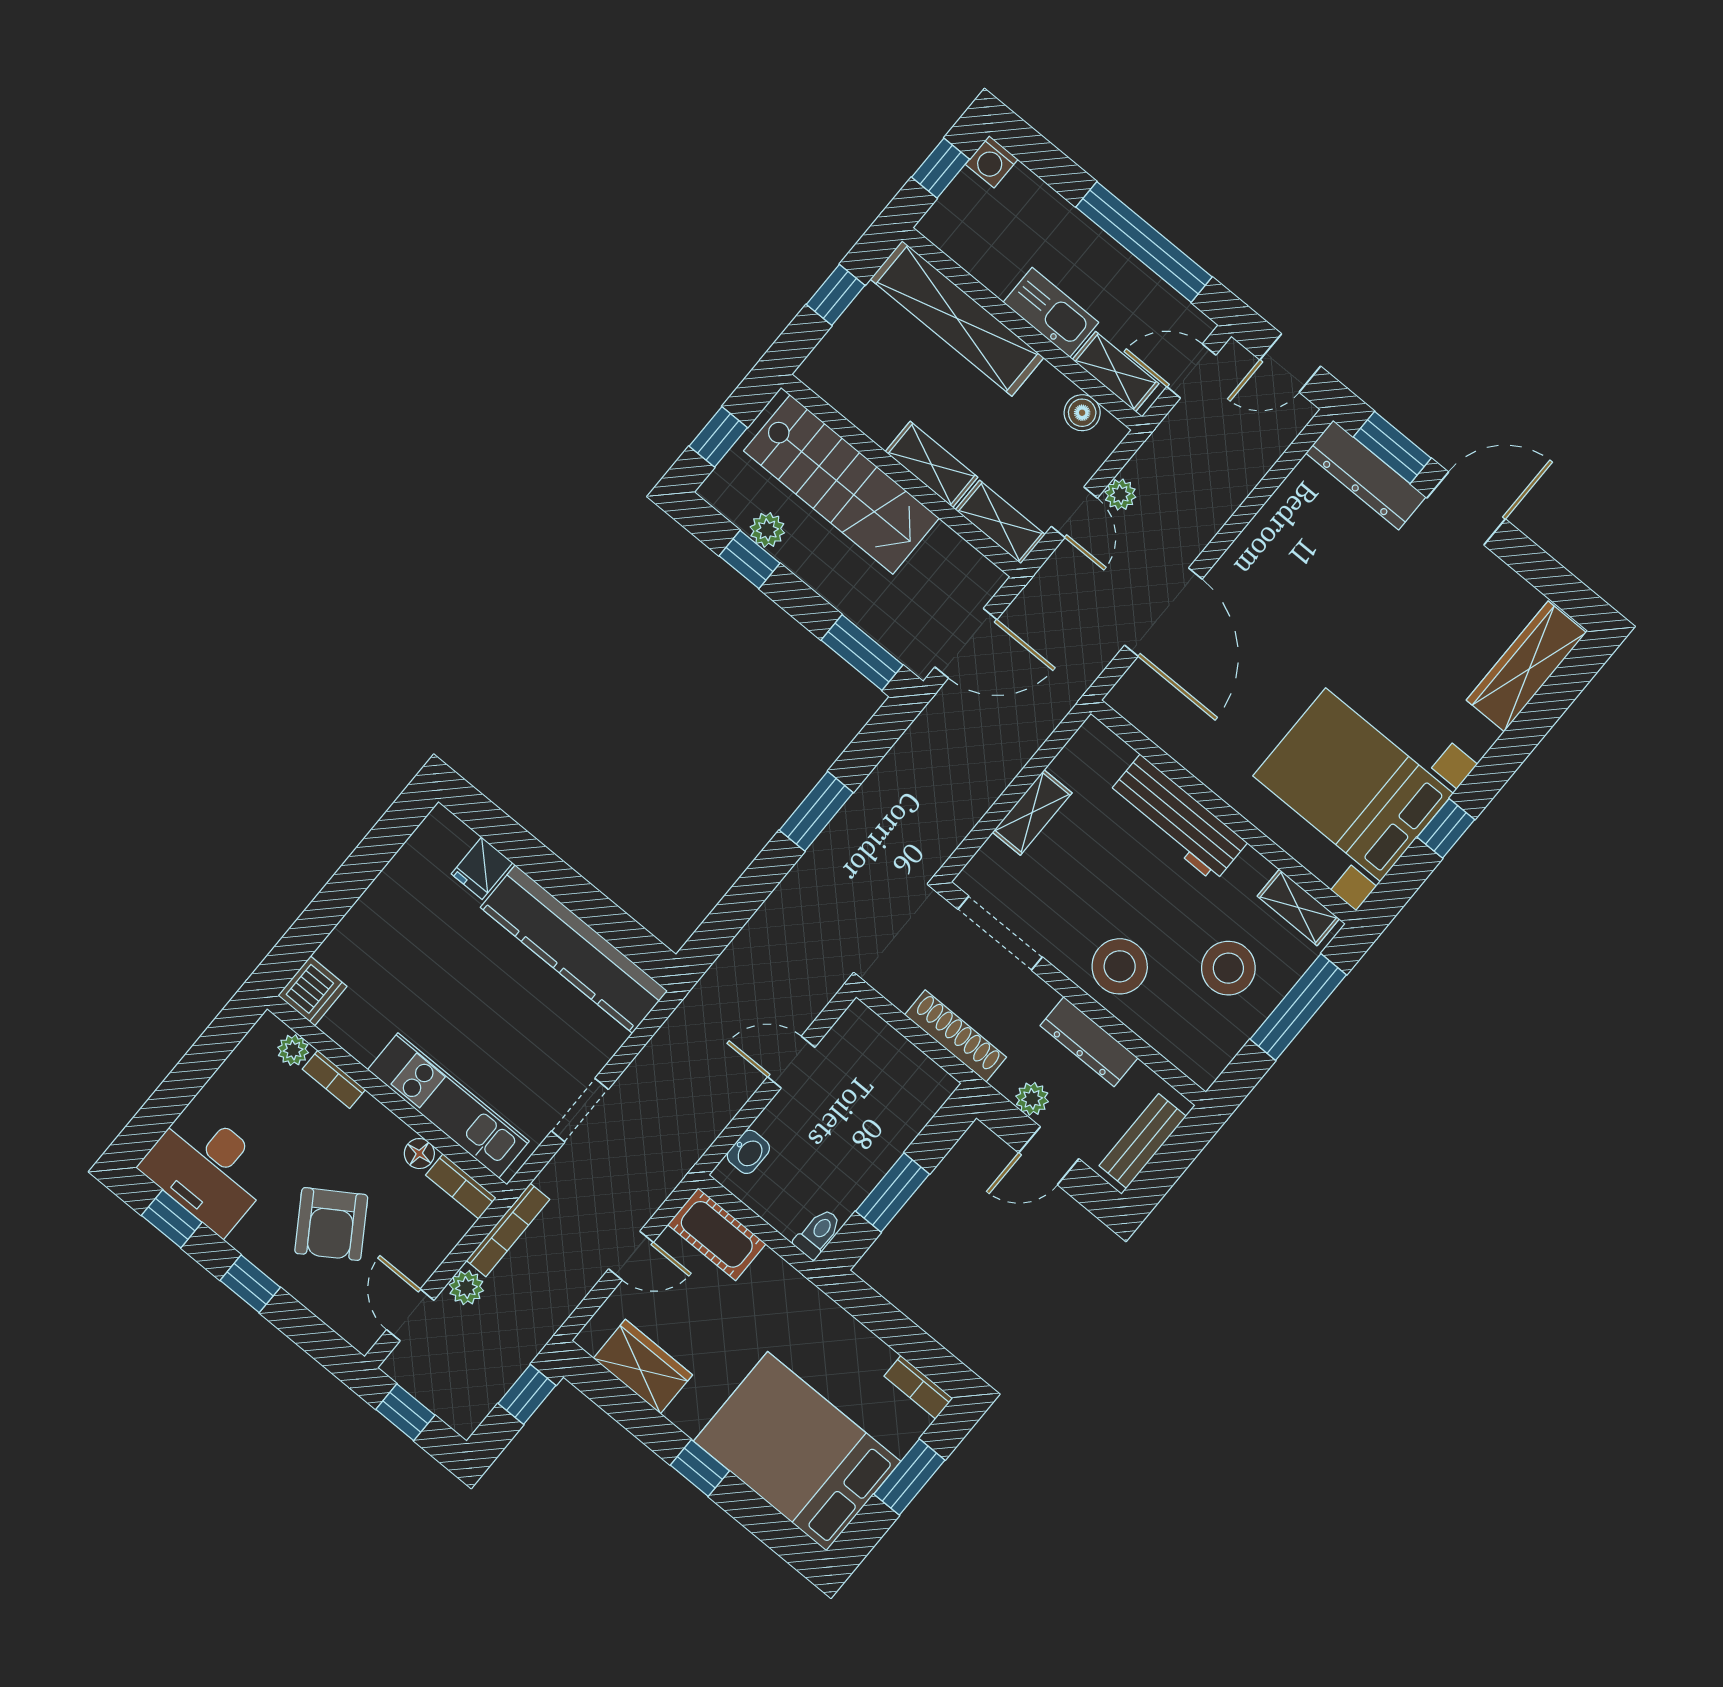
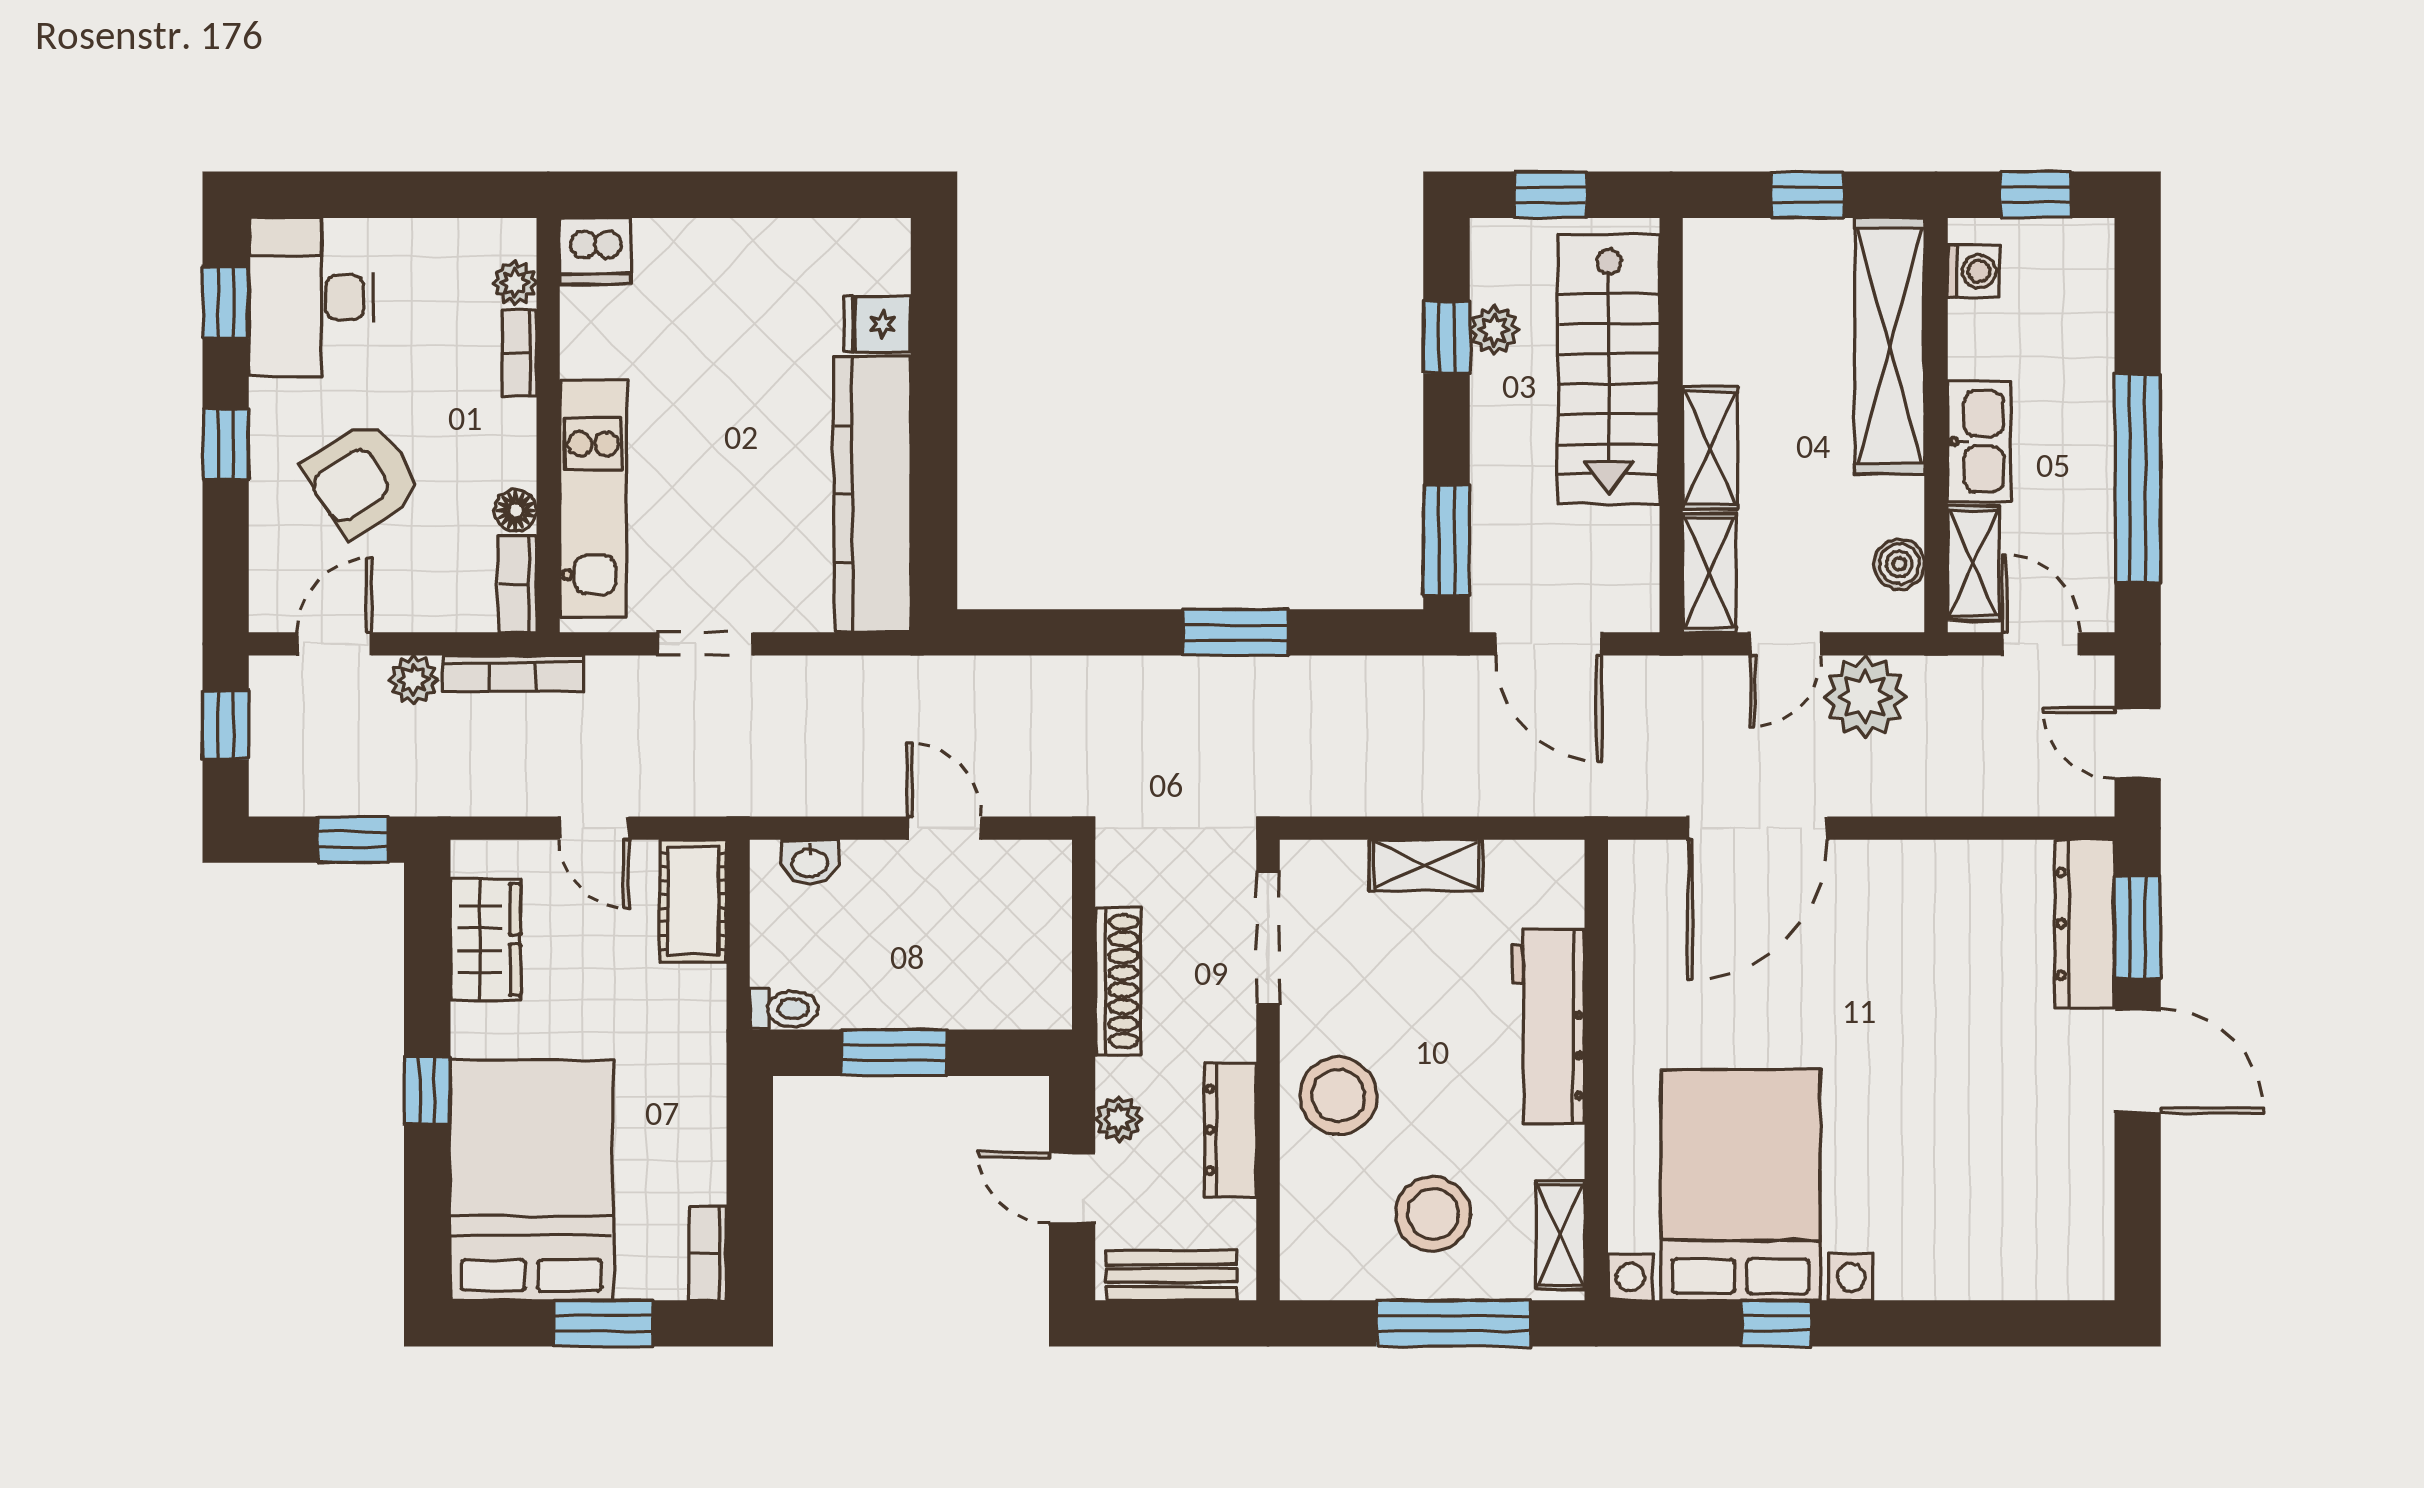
washing machine: (992, 162) -> (1974, 271), moved, turned 180
plant: (1120, 495) -> (1865, 697), width x1.88, depth x1.88
wardrobe: (1526, 666) -> (2022, 1266), removed

